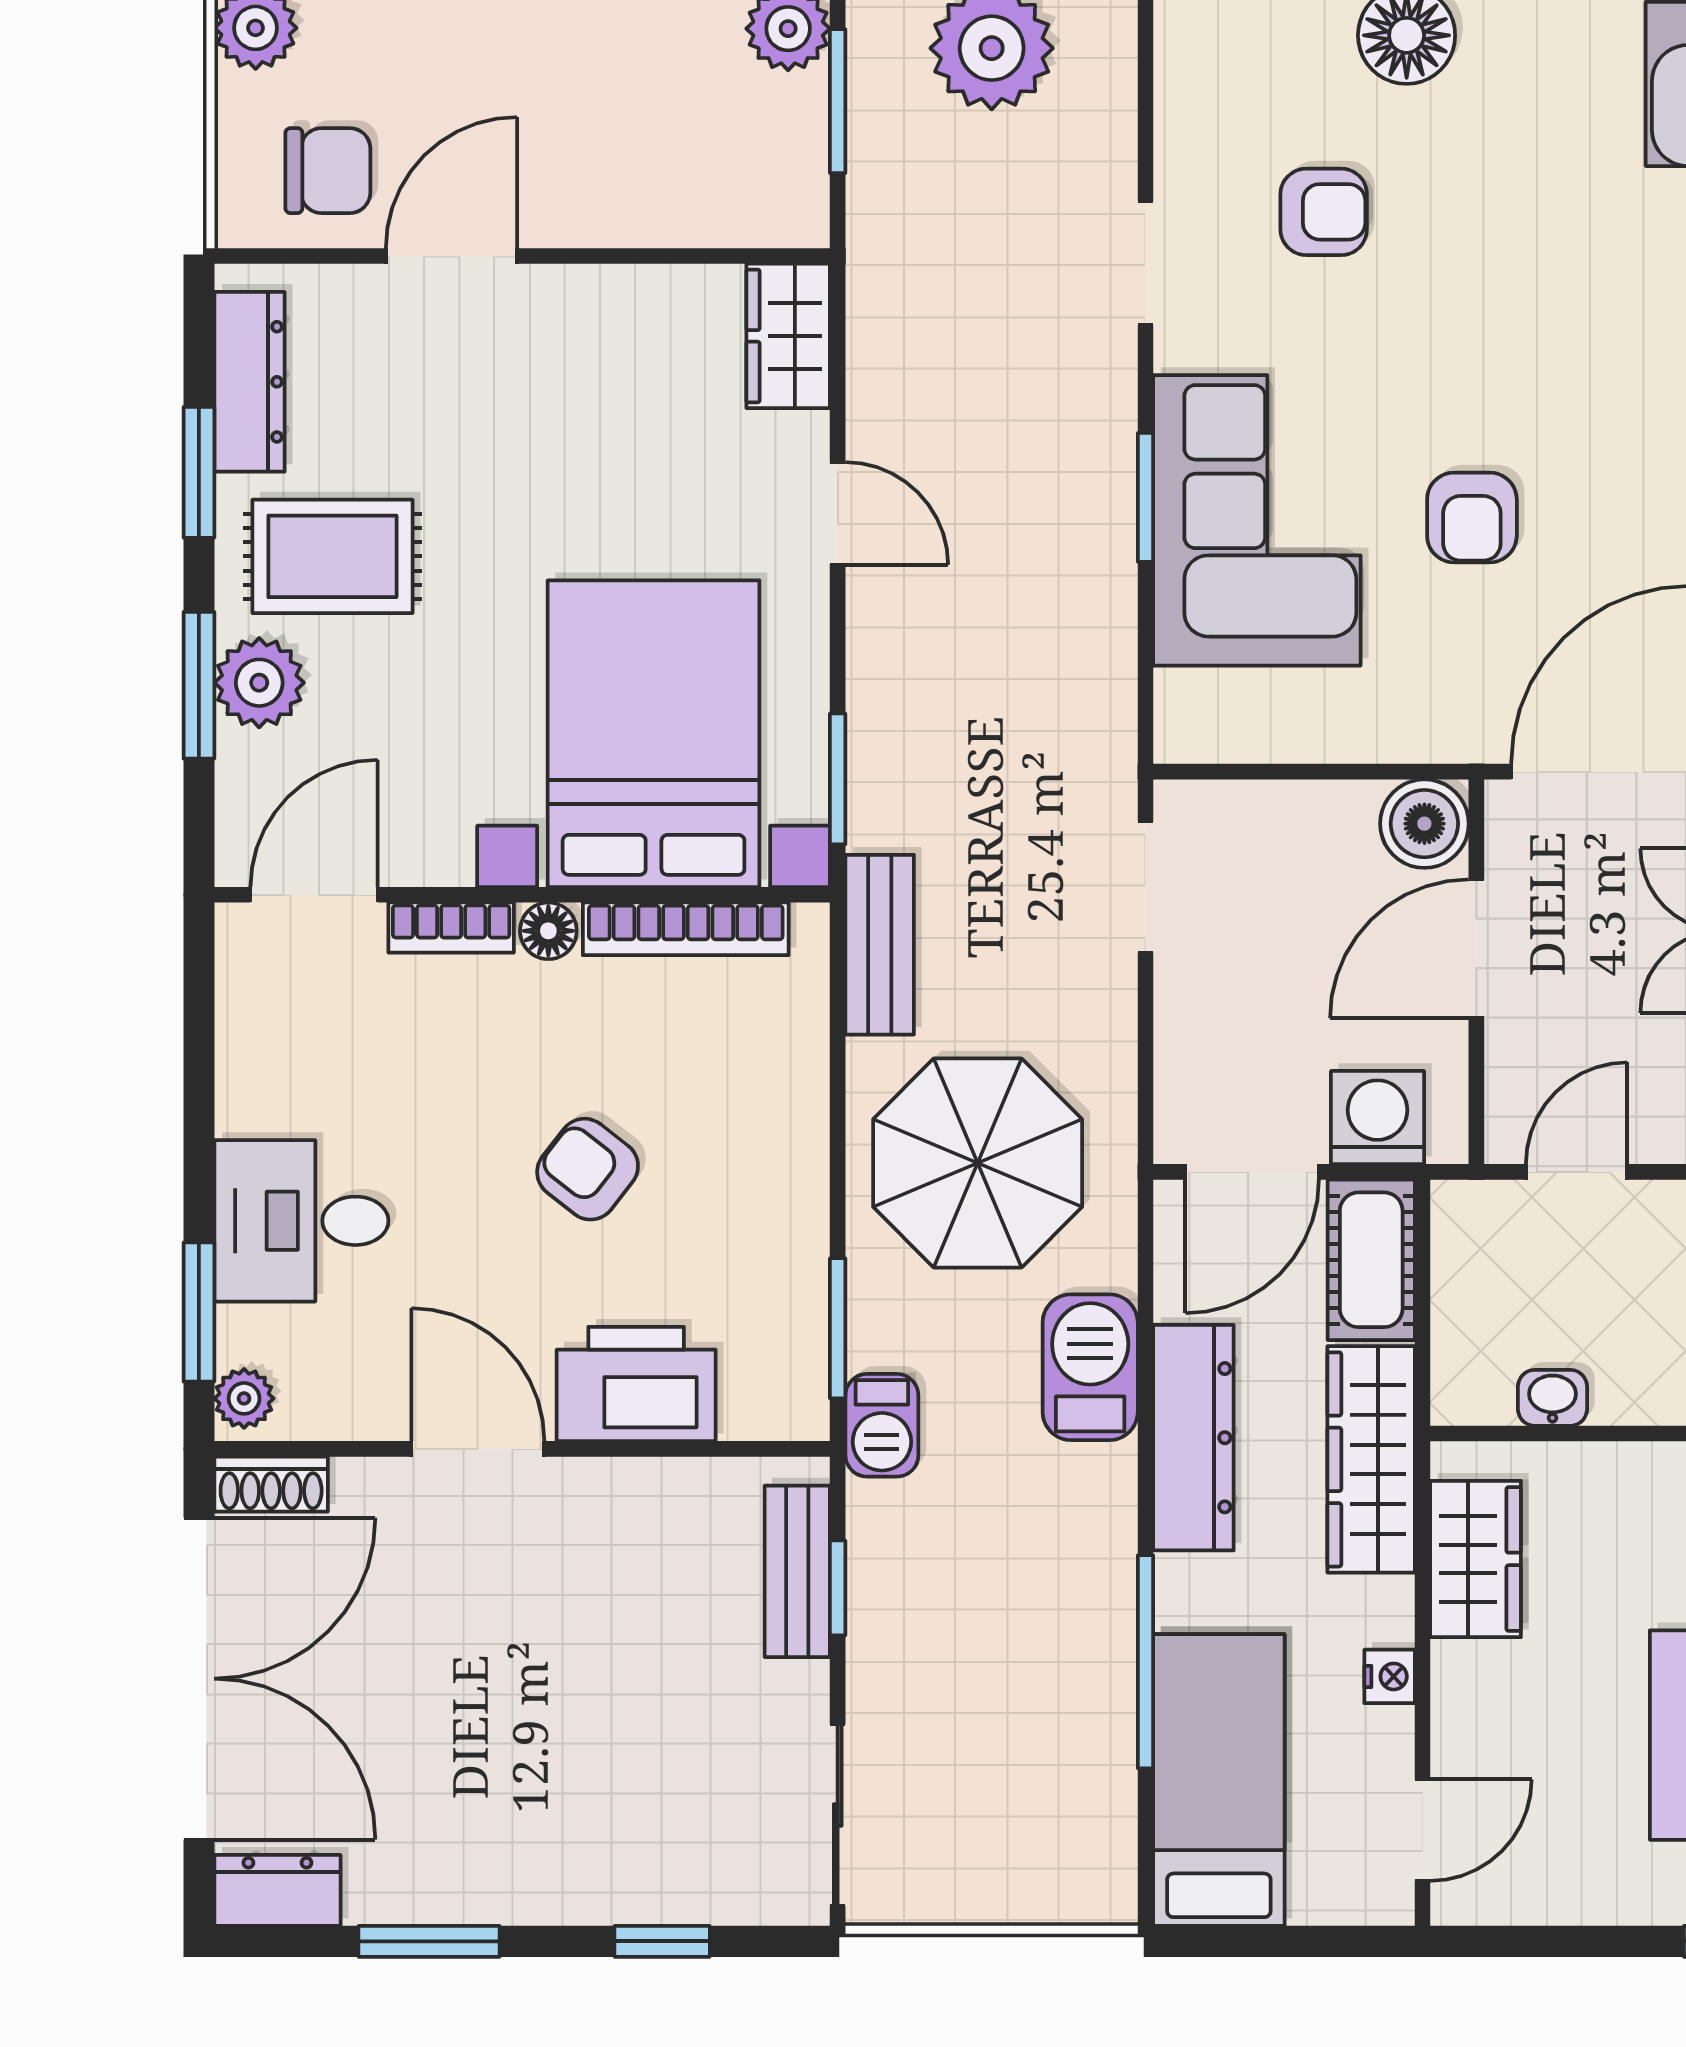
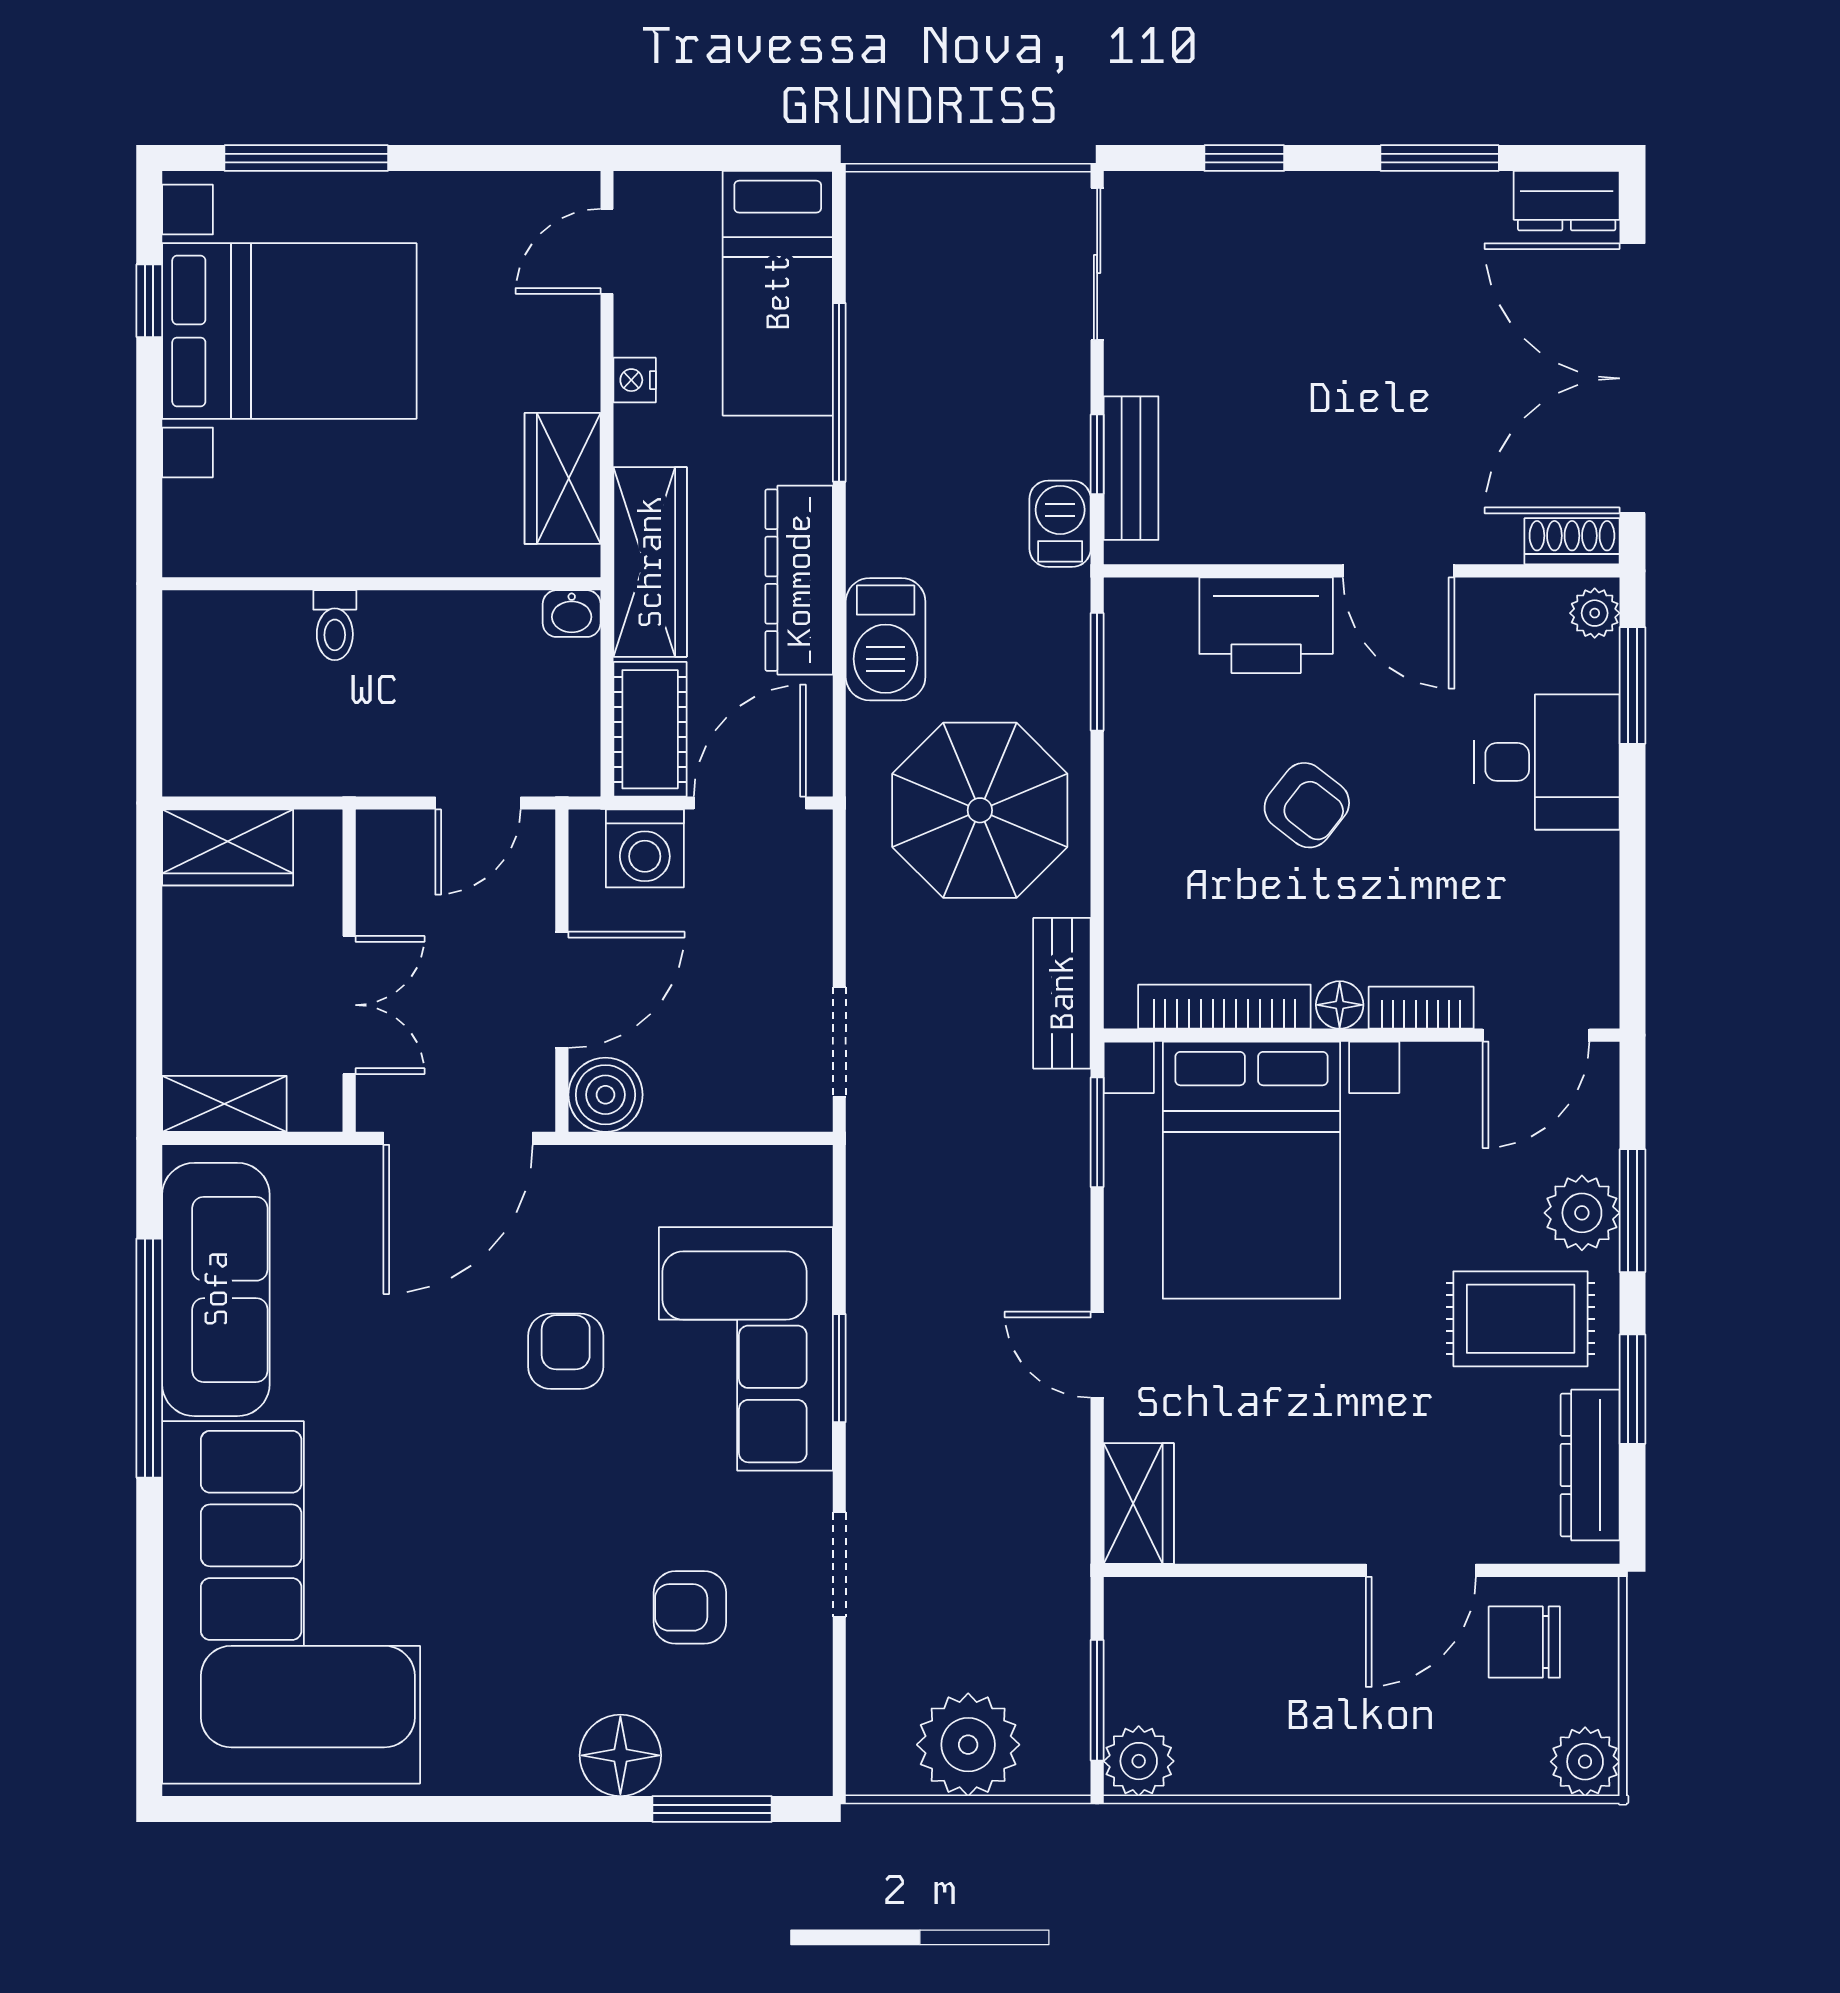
washbasin: (1553, 1398) -> (572, 614), moved
barbecue: (882, 1425) -> (1060, 524), moved

